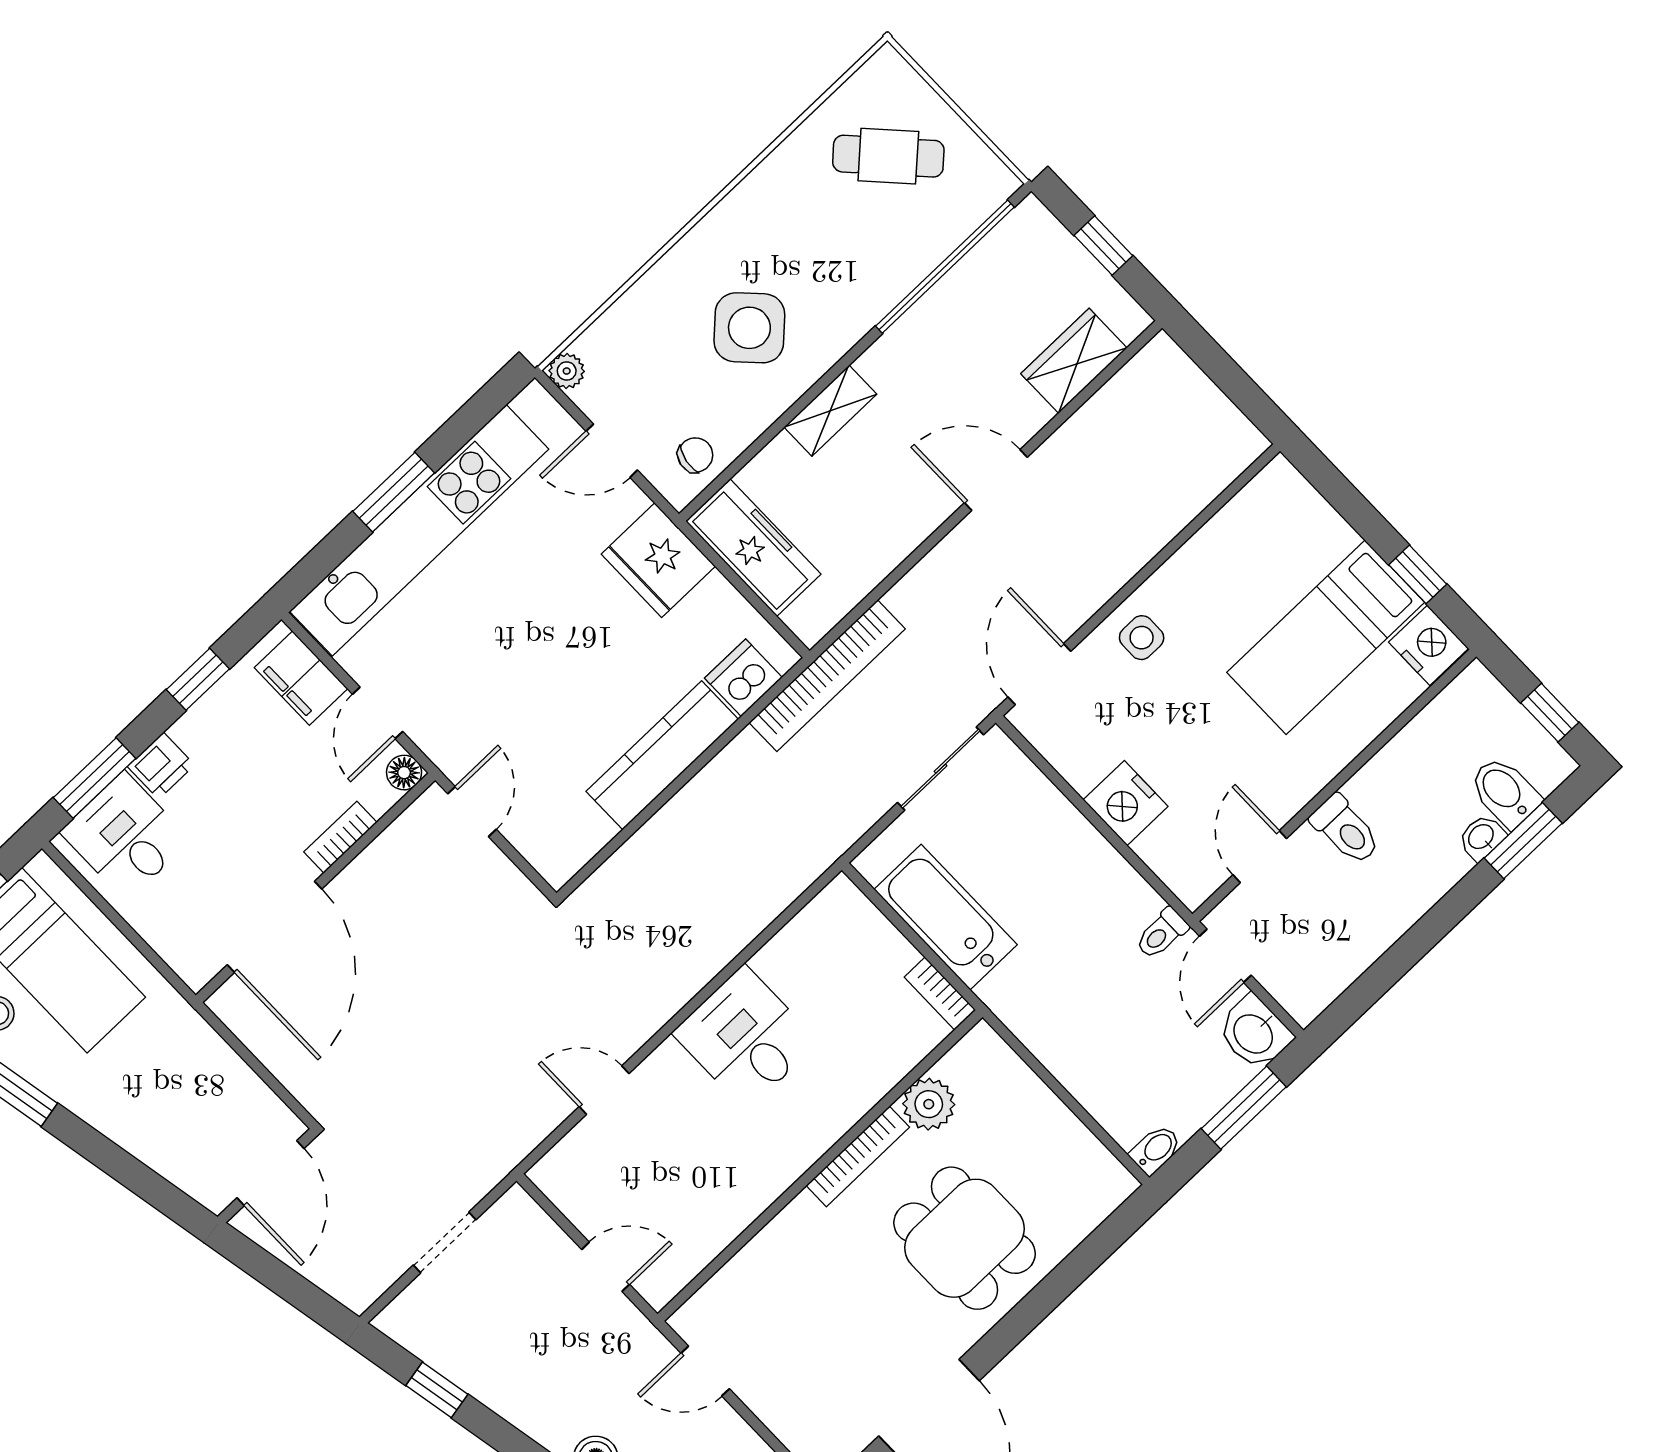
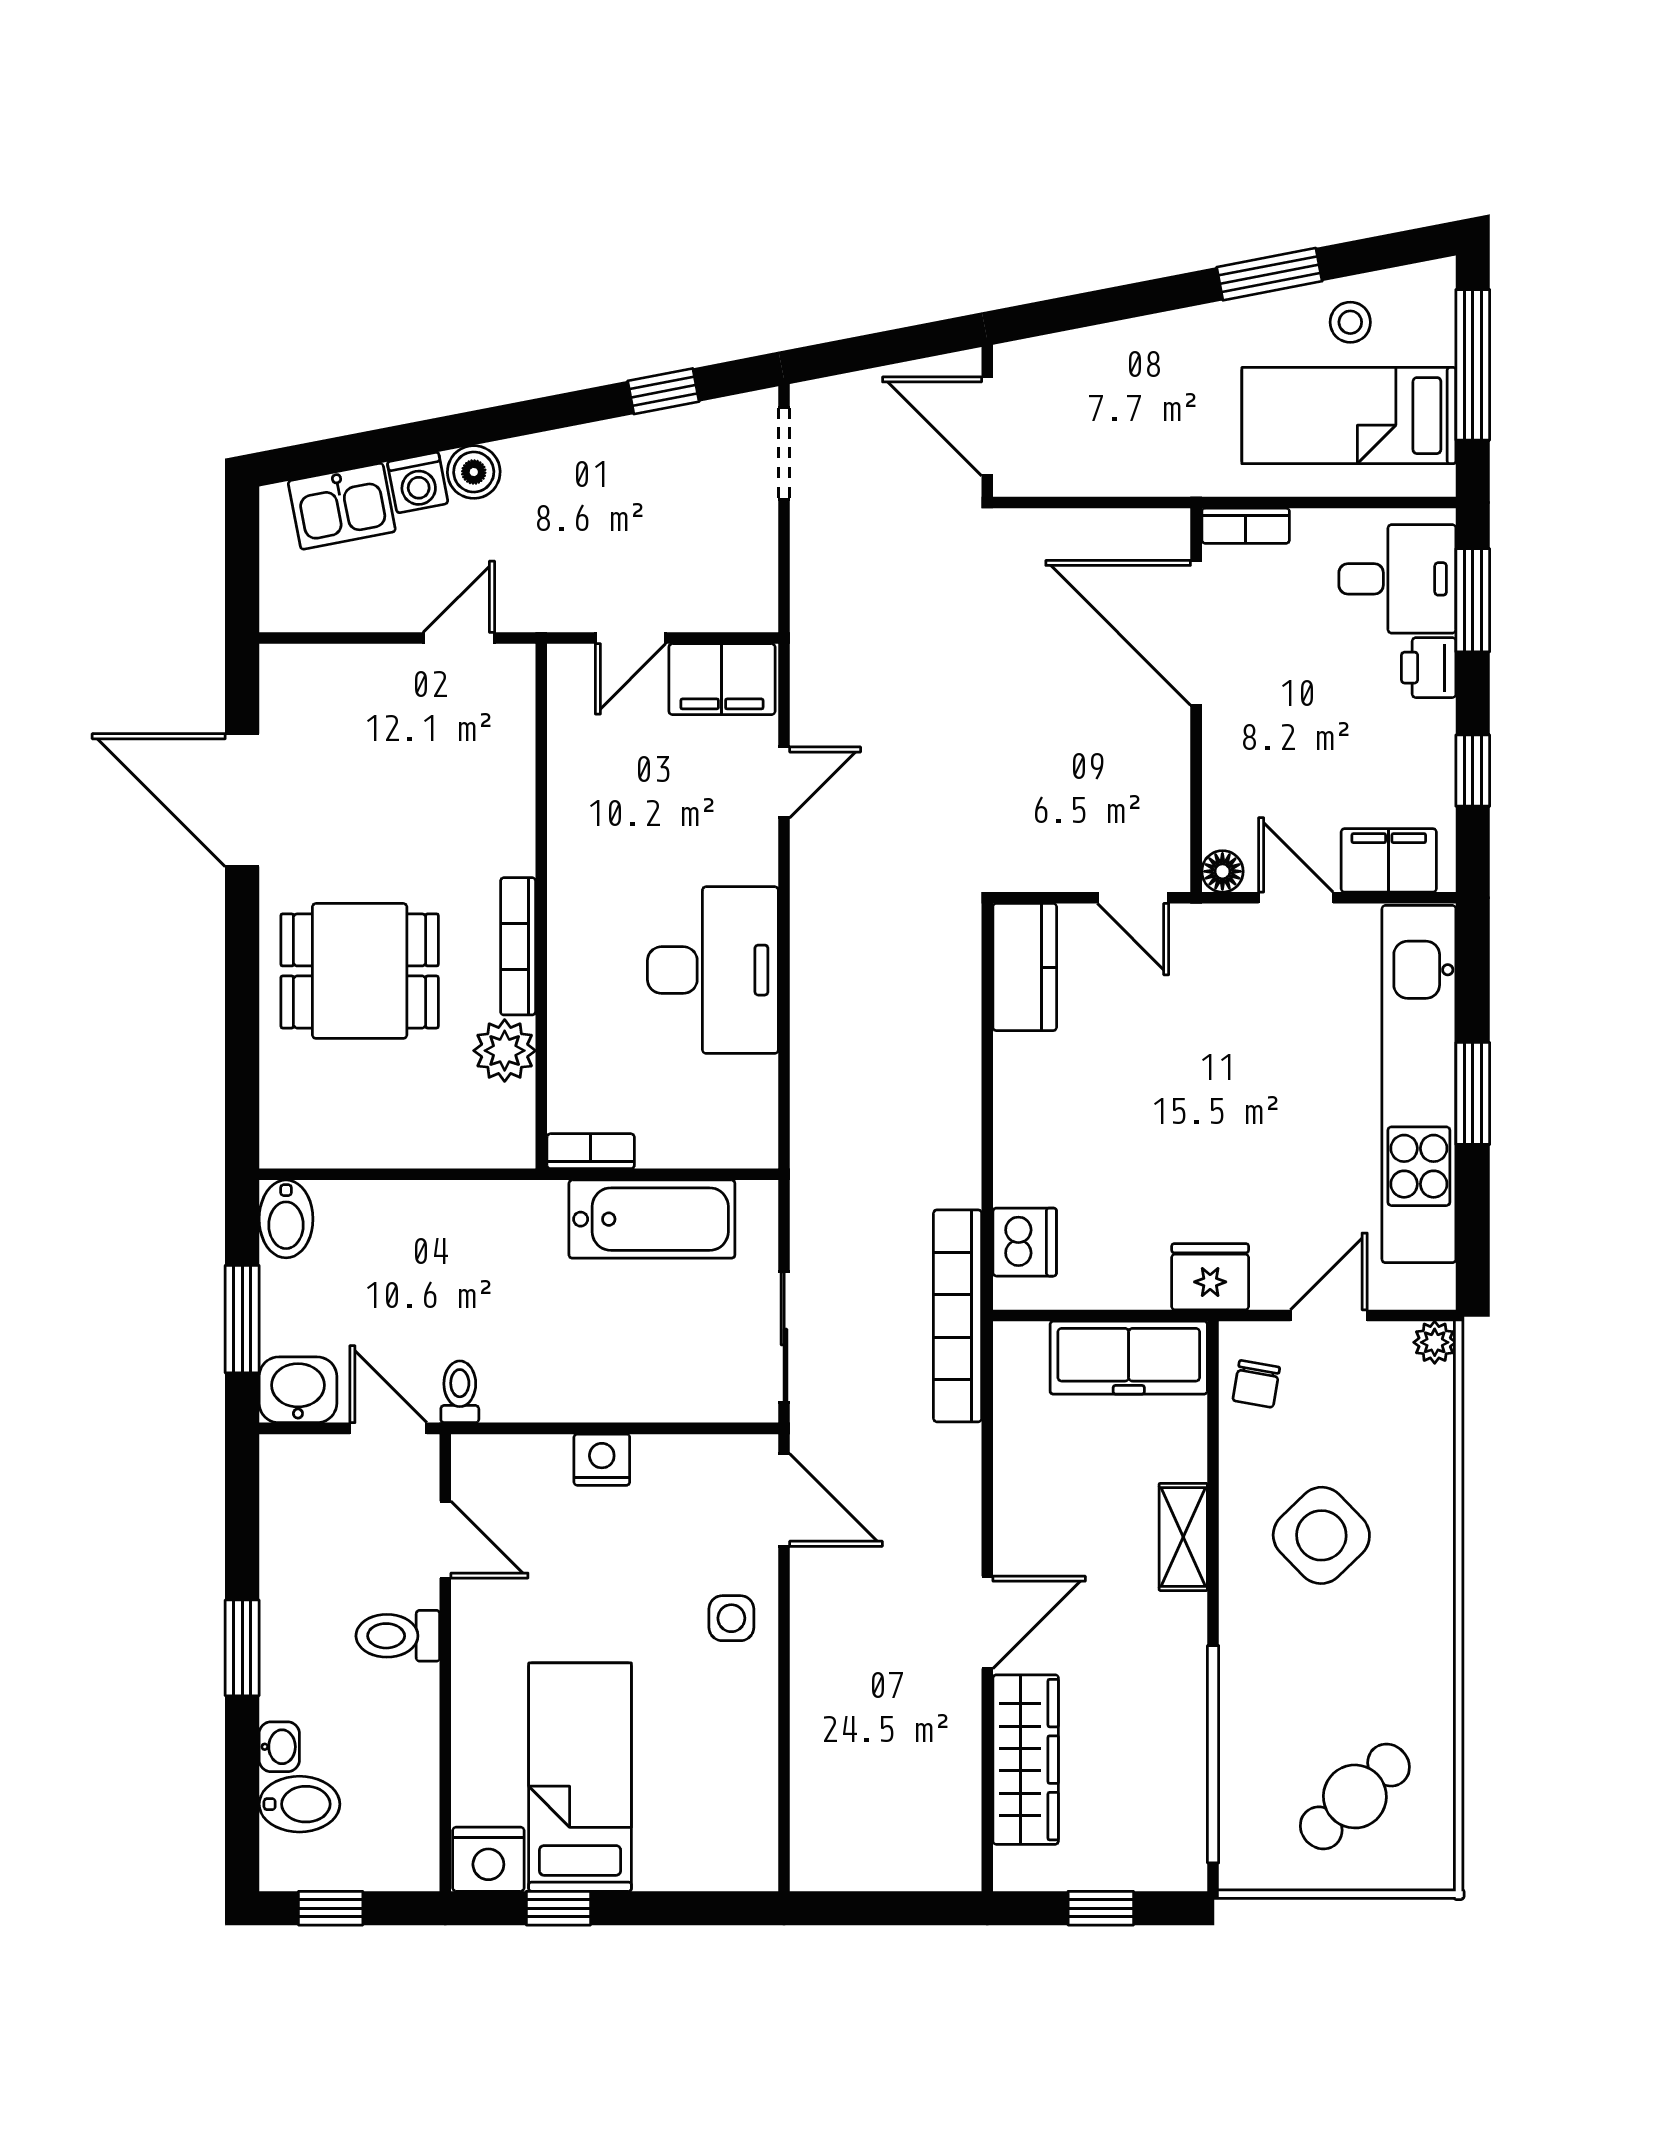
wardrobe: (1074, 361) -> (1026, 1760), width x1.50
fridge: (658, 560) -> (1210, 1277), width x0.73, depth x0.75
kitchen counter: (662, 755) -> (1025, 967), moved, width x0.67
nightstand: (1126, 803) -> (602, 1460), width x0.74, depth x0.75
bookcase: (340, 837) -> (1246, 526), moved, turned 90
window: (1523, 841) -> (242, 1648), moved
desk: (745, 1038) -> (713, 970), width x1.37
bidet: (1156, 1150) -> (286, 1219), width x1.38, depth x1.36
filing cabinet: (578, 1188) -> (722, 679), added
doorway: (445, 1242) -> (784, 454), moved

